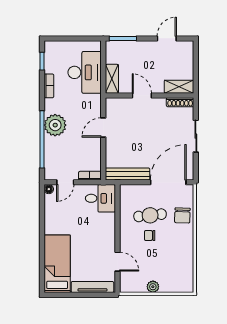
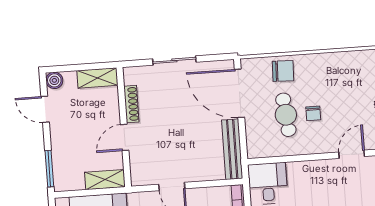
boiler: (188, 47) -> (54, 80), added
shelving: (179, 87) -> (97, 78), moved, turned 90
shoe rack: (180, 102) -> (131, 104), moved

